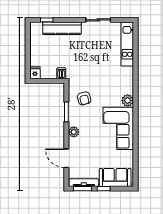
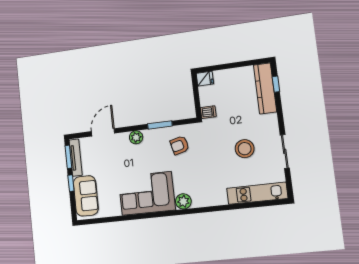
kitchen counter: (62, 28) -> (265, 88), moved
stool: (93, 49) -> (245, 149), added

